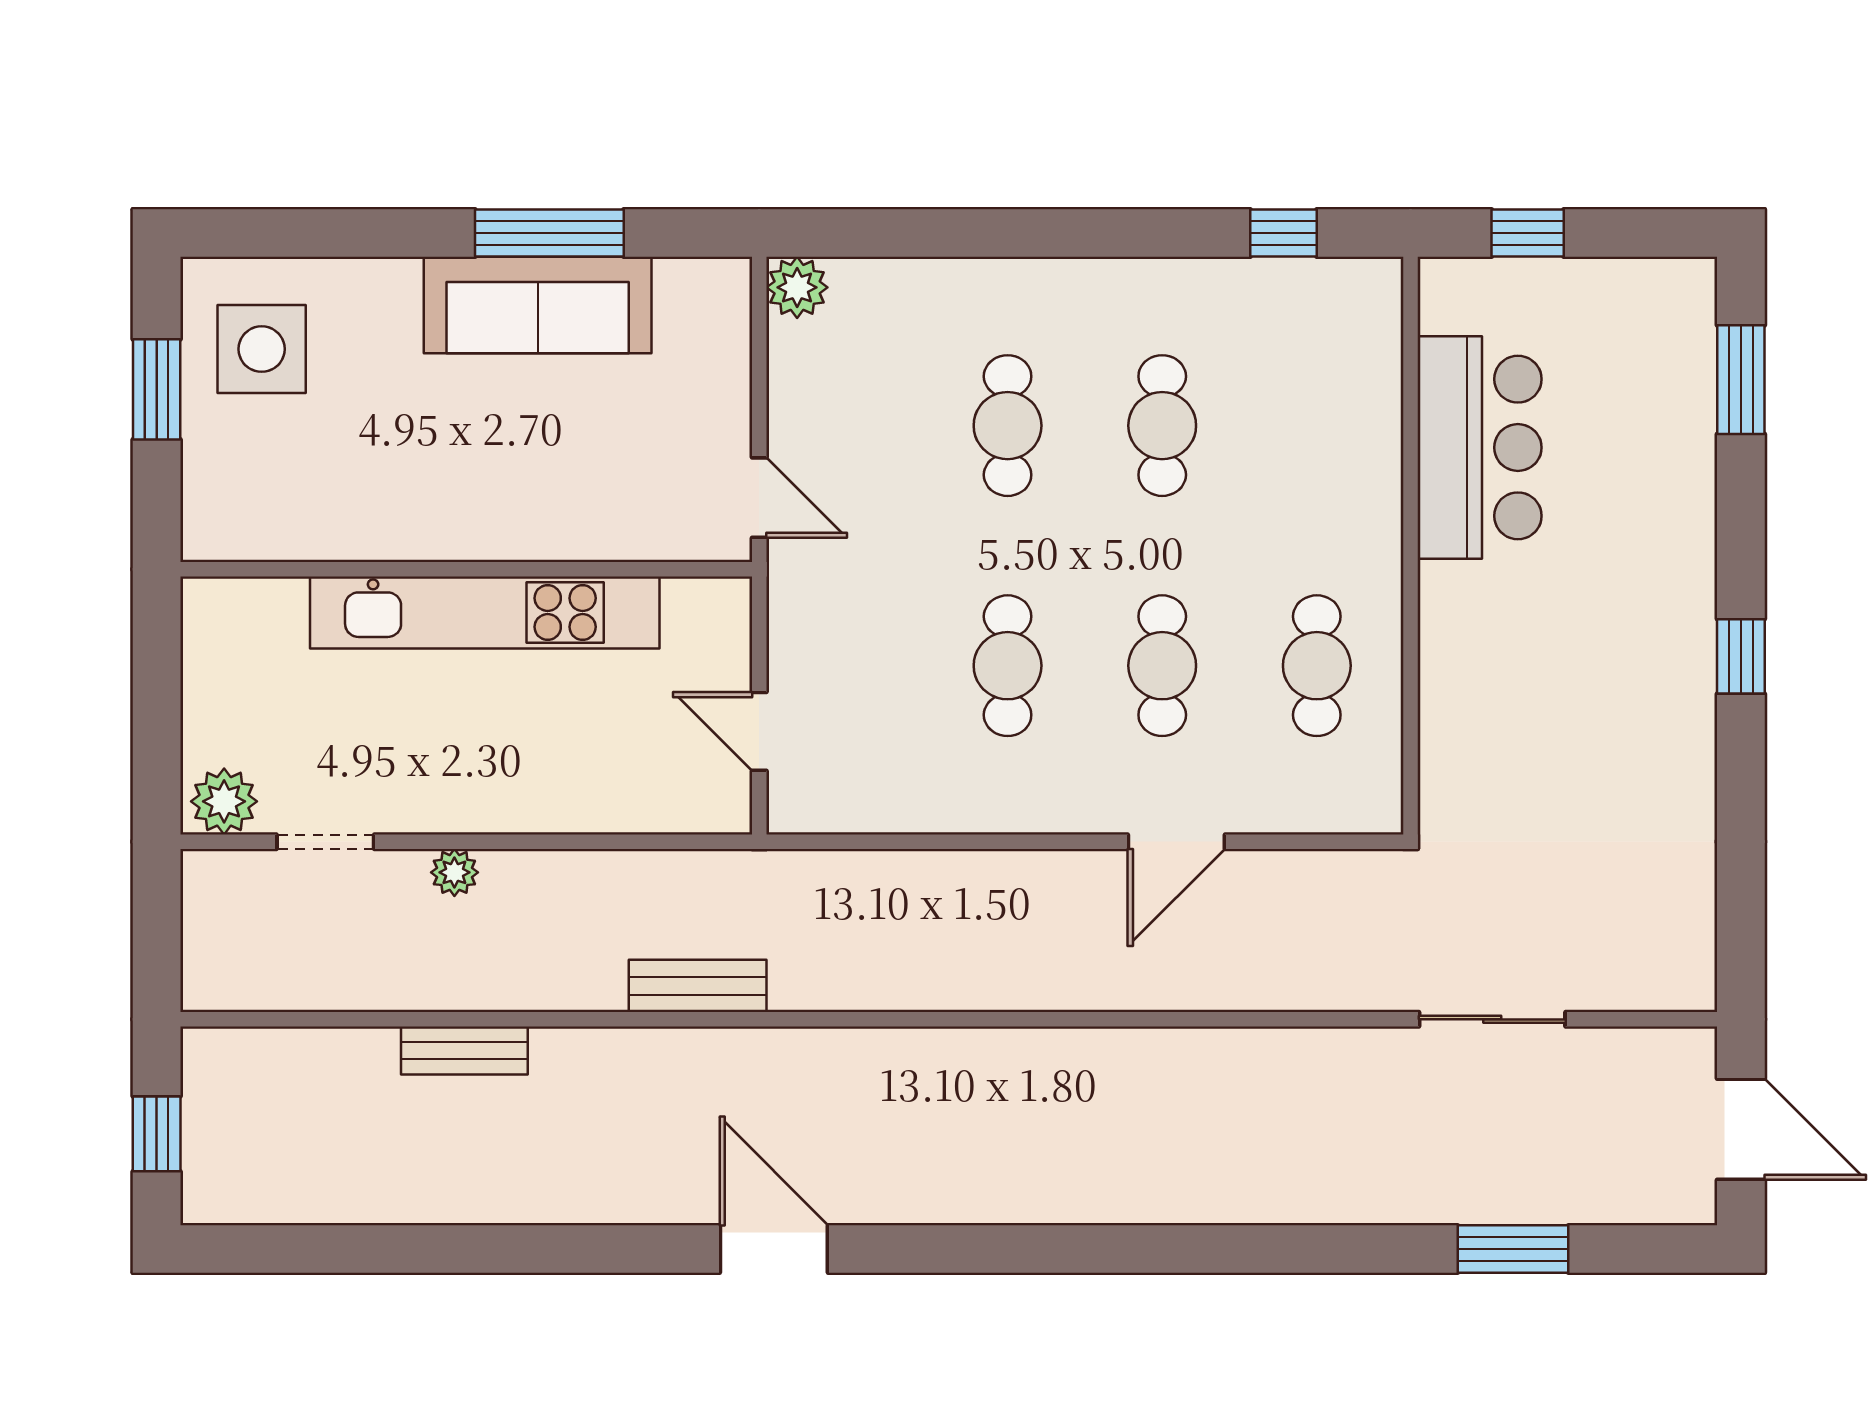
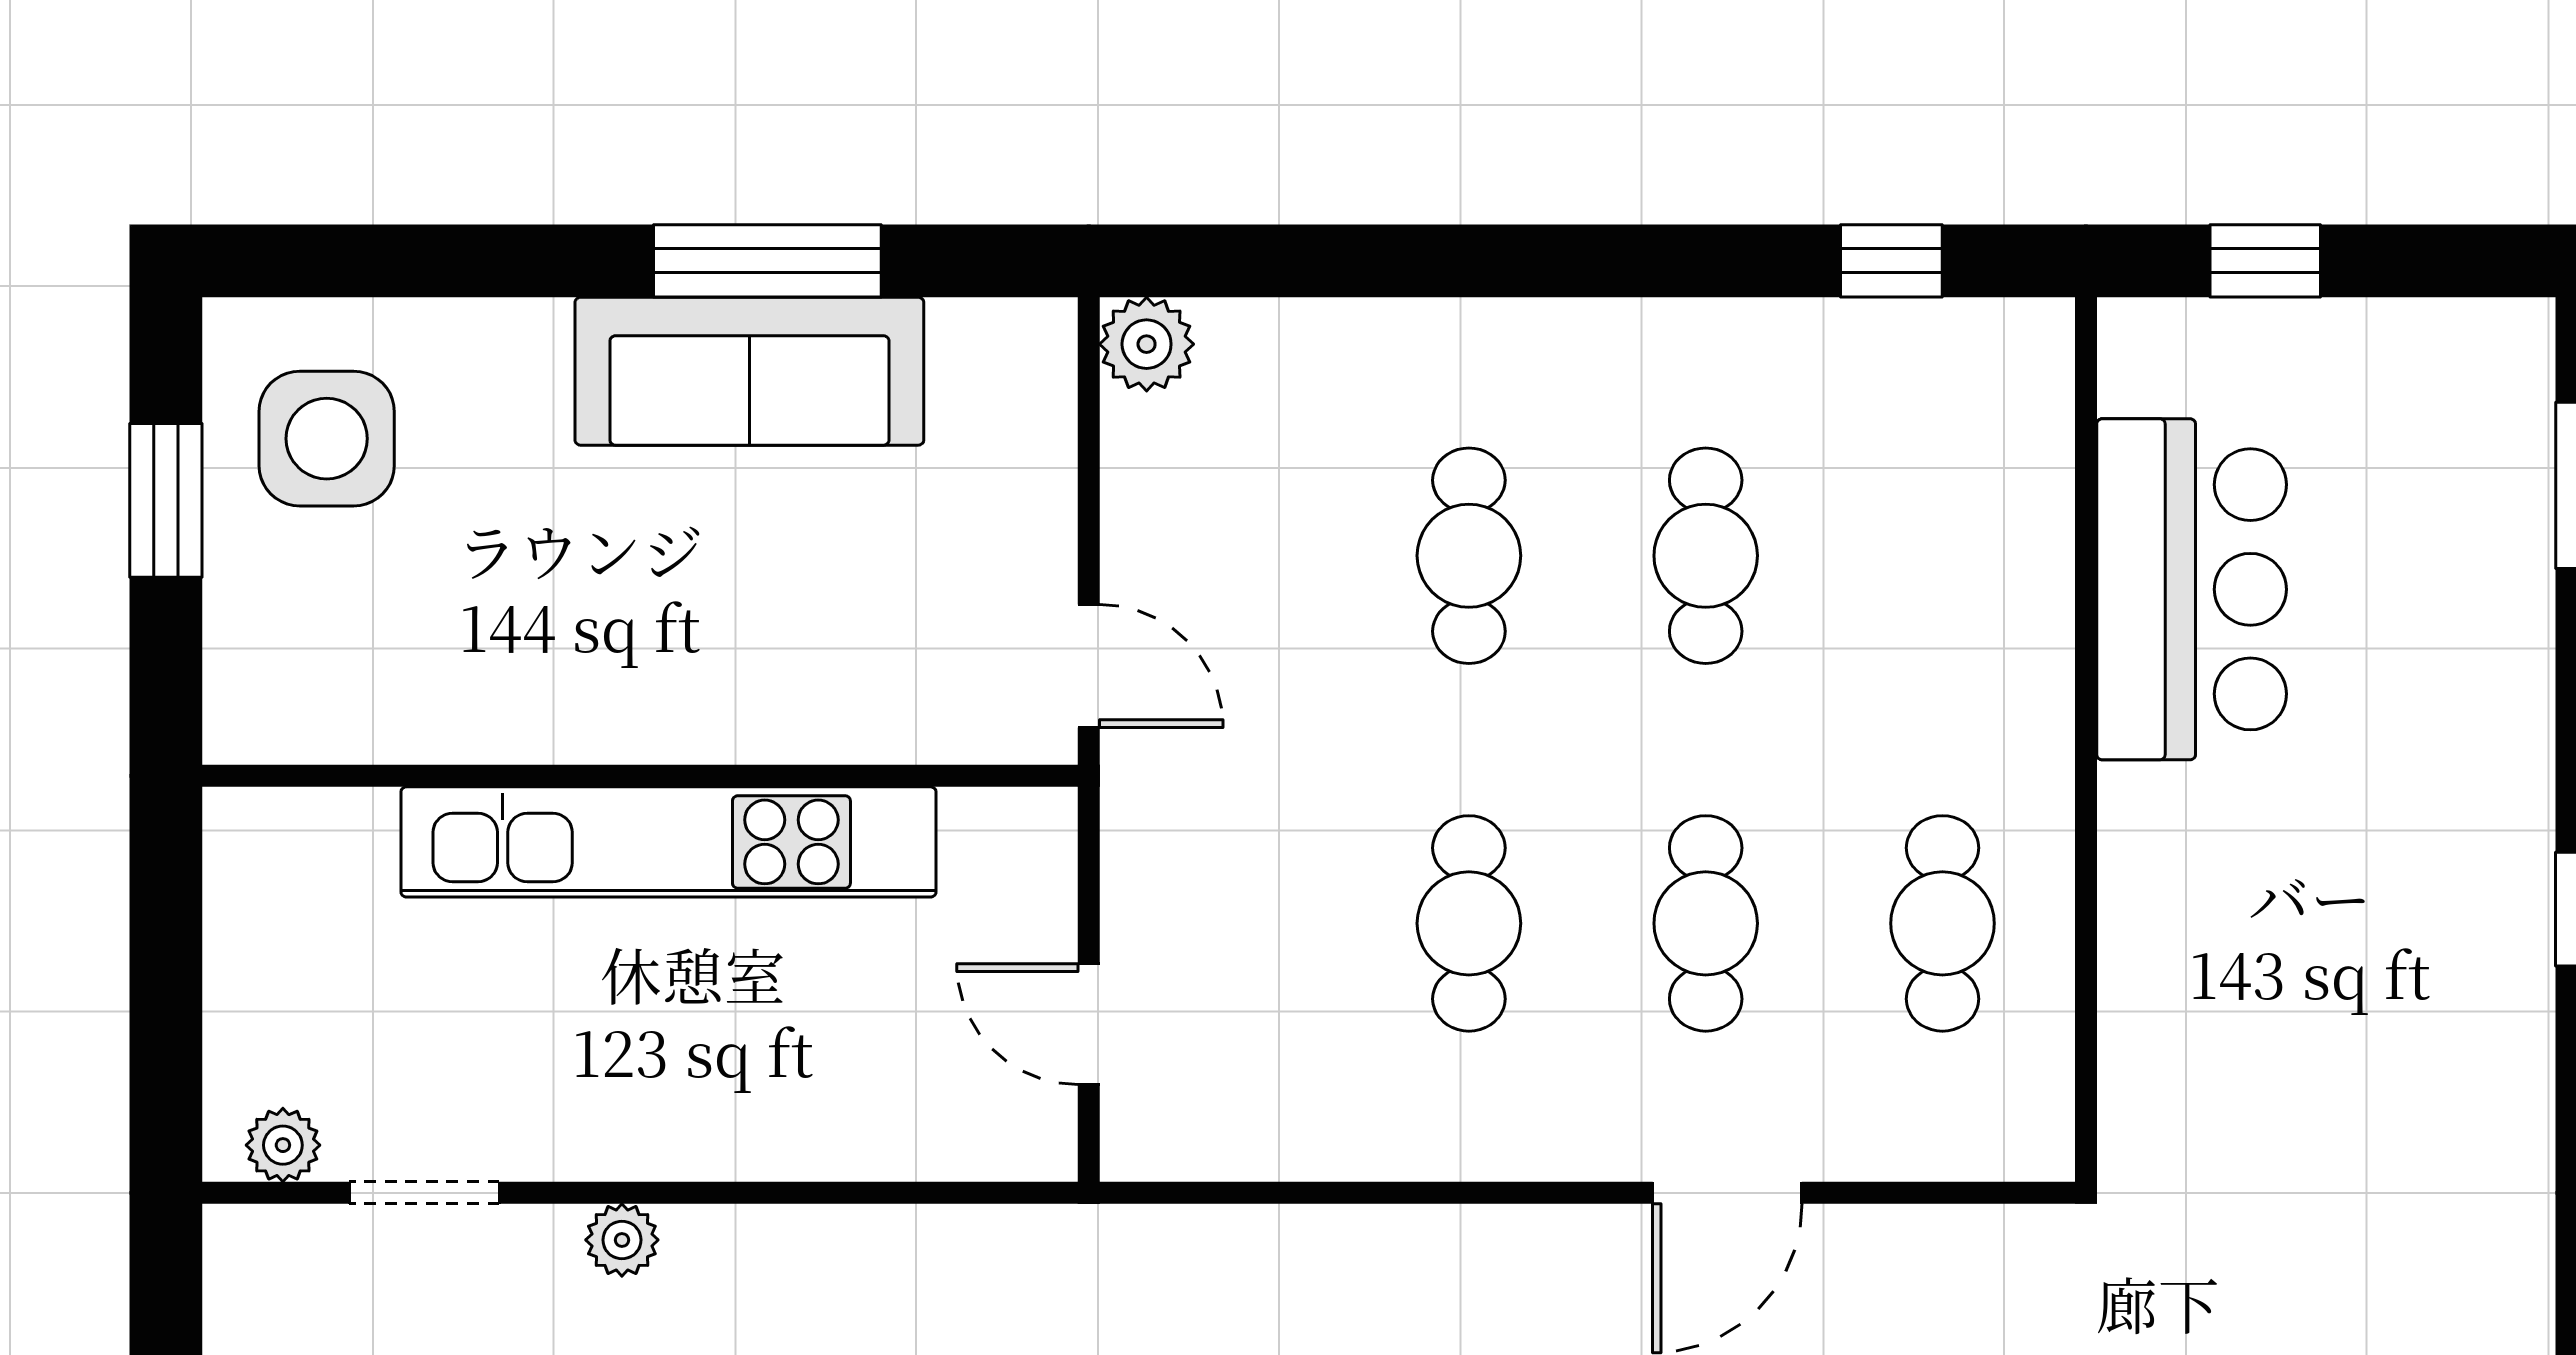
plant: (224, 801) -> (283, 1145), width x0.73, depth x0.73

